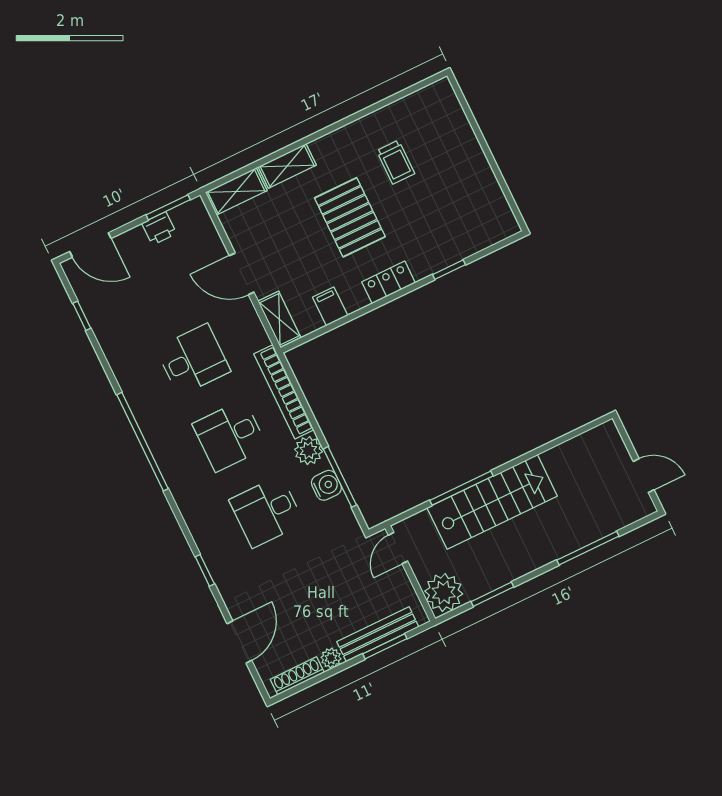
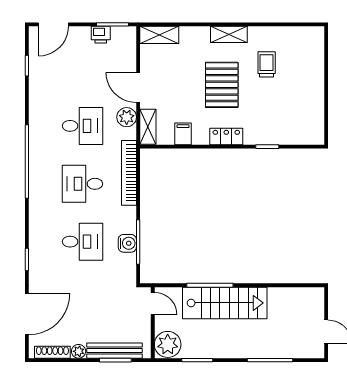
trolley: (396, 162) -> (267, 64), turned 180
shelving: (287, 166) -> (229, 34), moved
door: (90, 245) -> (53, 24), hinge flipped
plant: (308, 451) -> (127, 117), moved
desk: (267, 512) -> (82, 242), turned 180
door: (398, 548) -> (153, 303), swing flipped
door: (239, 642) -> (27, 314), width x1.36

